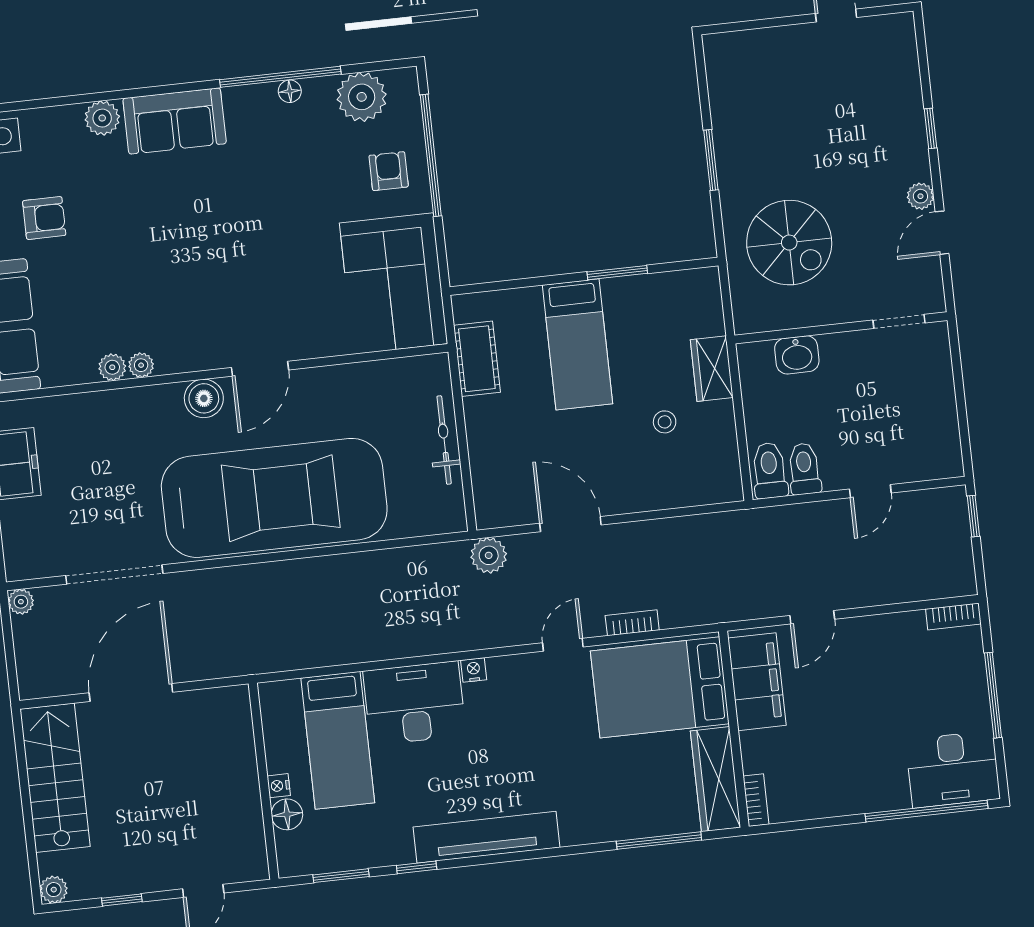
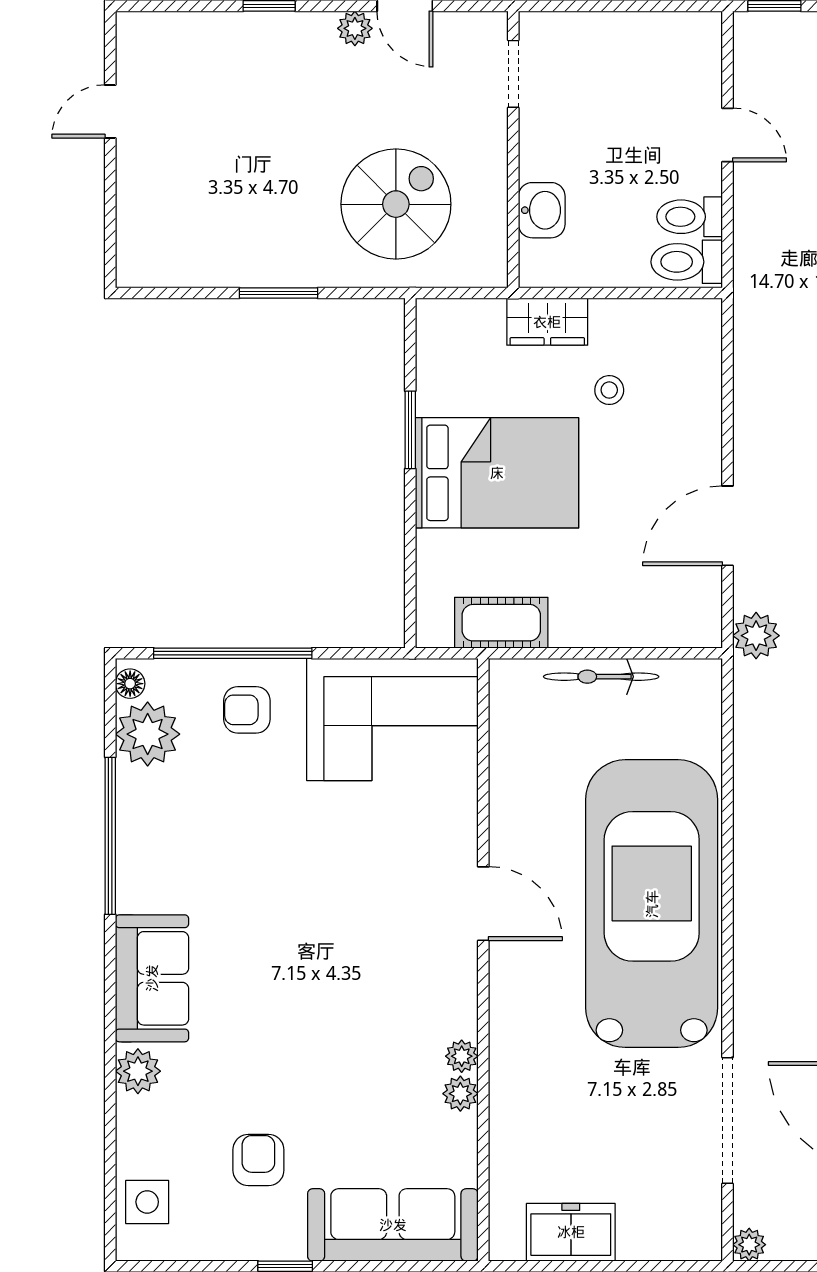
floor lamp: (290, 91) -> (130, 684), moved
bed: (577, 344) -> (497, 473), width x1.50
boiler: (204, 398) -> (513, 980), removed

